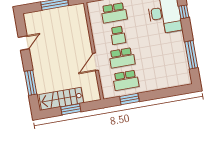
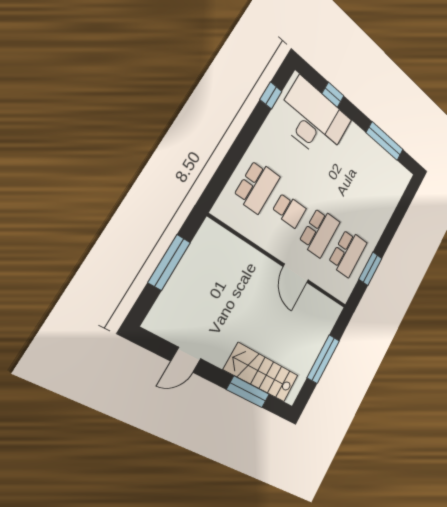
door: (24, 43) -> (186, 360), swing flipped
stairs: (61, 99) -> (261, 373), moved, turned 90
window: (71, 109) -> (323, 359), width x1.44

